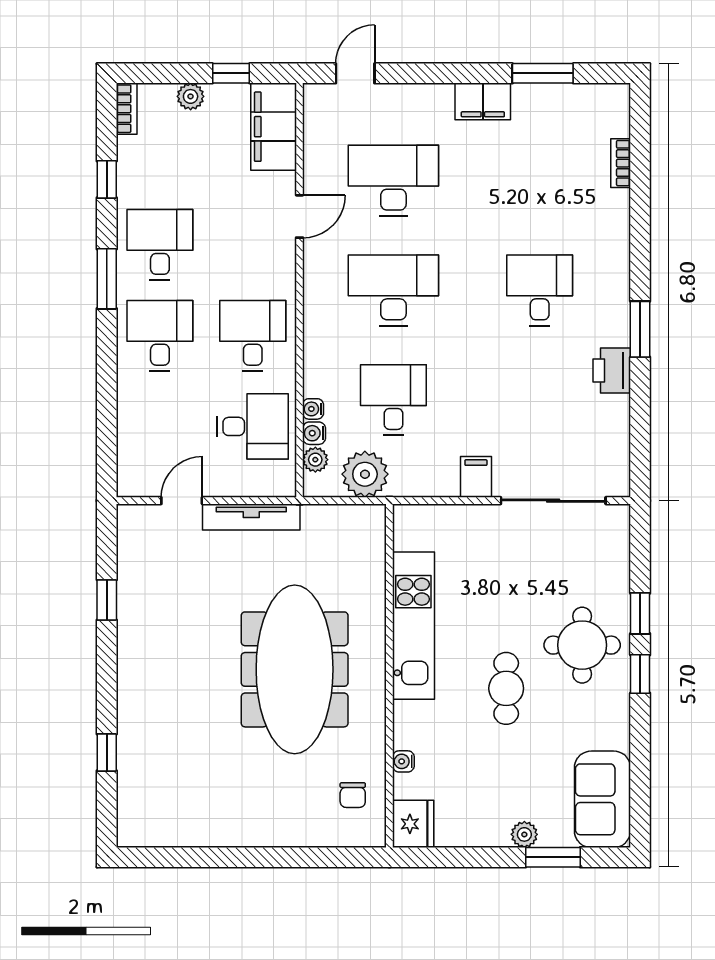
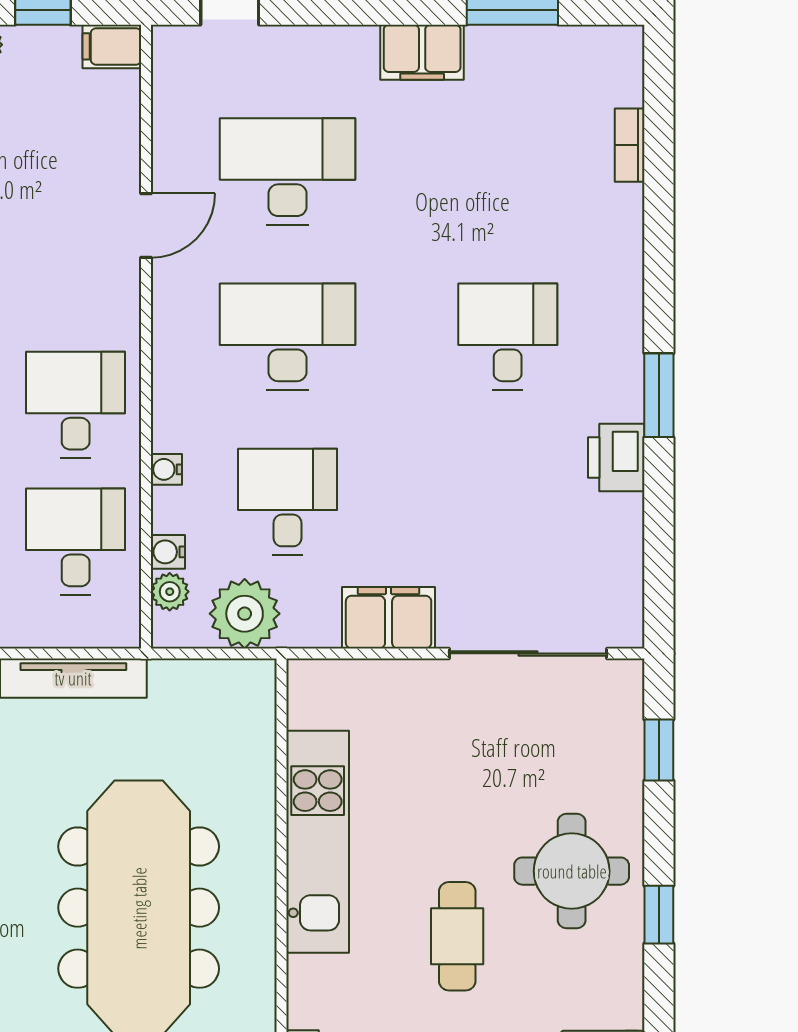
filing cabinet: (274, 127) -> (112, 46), width x0.33, depth x0.86
water cooler: (313, 409) -> (166, 469), moved
desk: (253, 426) -> (76, 542), turned -90
filing cabinet: (476, 477) -> (389, 618), width x2.00
window: (640, 613) -> (659, 750), moved

